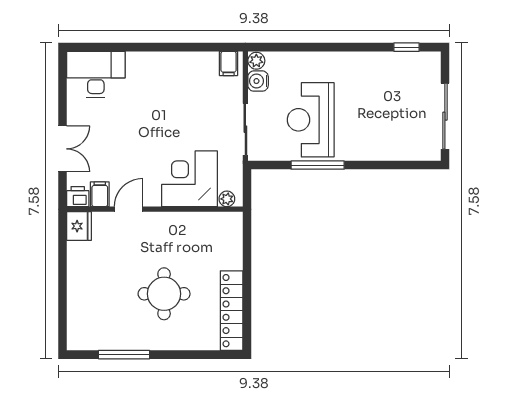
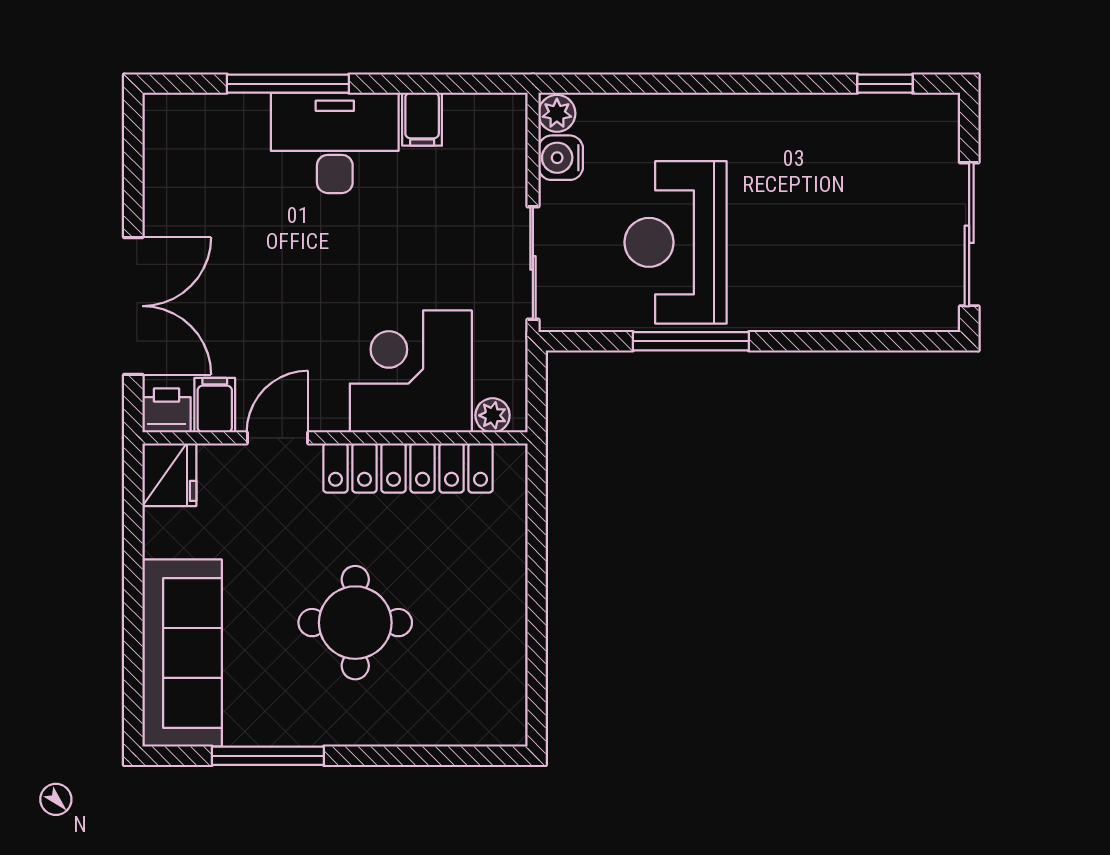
window: (133, 47) -> (288, 84), added
filing cabinet: (229, 63) -> (422, 119), moved
desk: (96, 74) -> (335, 143), moved
double door: (62, 149) -> (133, 306), width x1.37
sofa: (85, 308) -> (182, 653), added
locker: (232, 311) -> (408, 468), moved, turned -90

